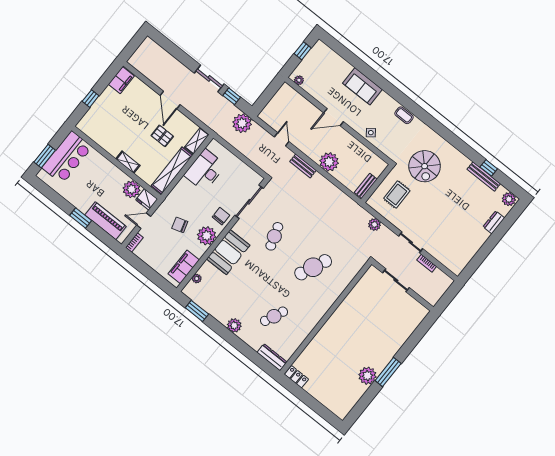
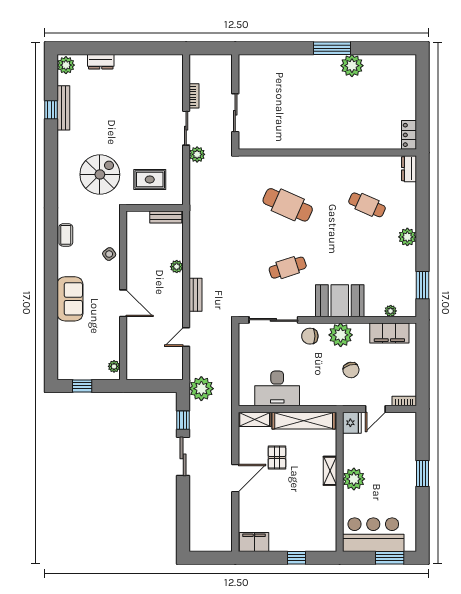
plant: (329, 162) -> (177, 267), width x0.53, depth x0.53
plant: (132, 189) -> (354, 479), moved
piano: (105, 221) -> (405, 447), removed
door: (144, 221) -> (375, 409), hinge flipped
plant: (374, 225) -> (197, 154), moved
dresser: (272, 357) -> (409, 169), width x0.70

